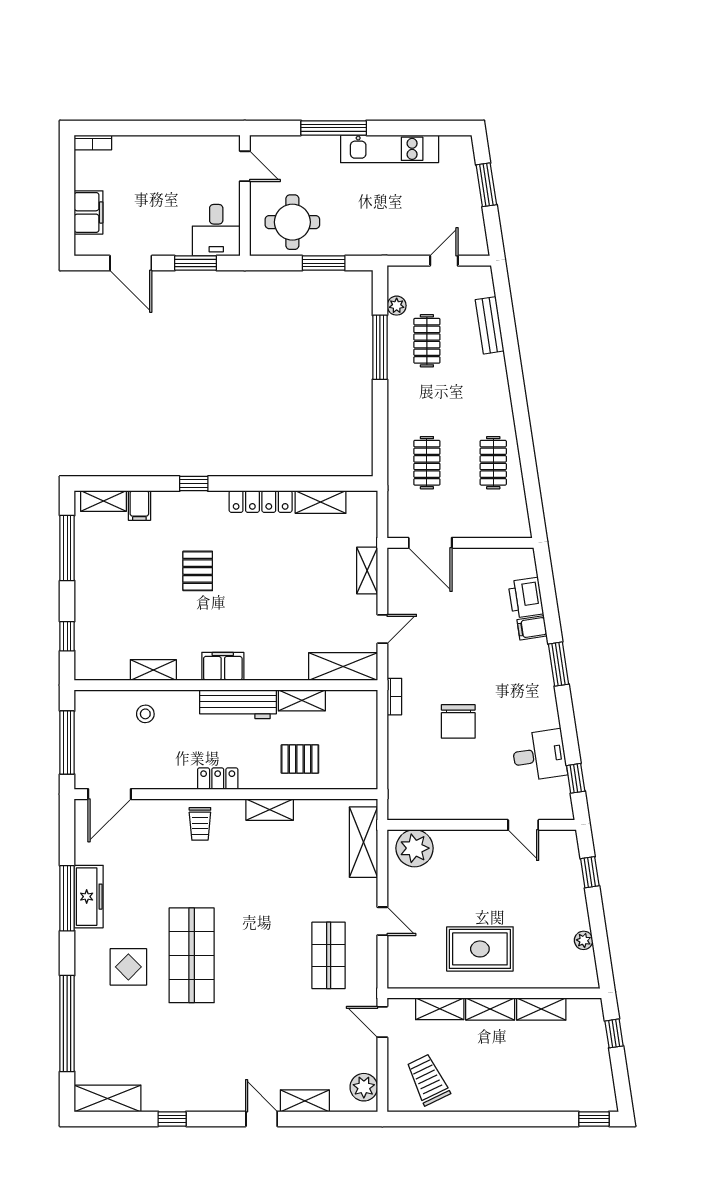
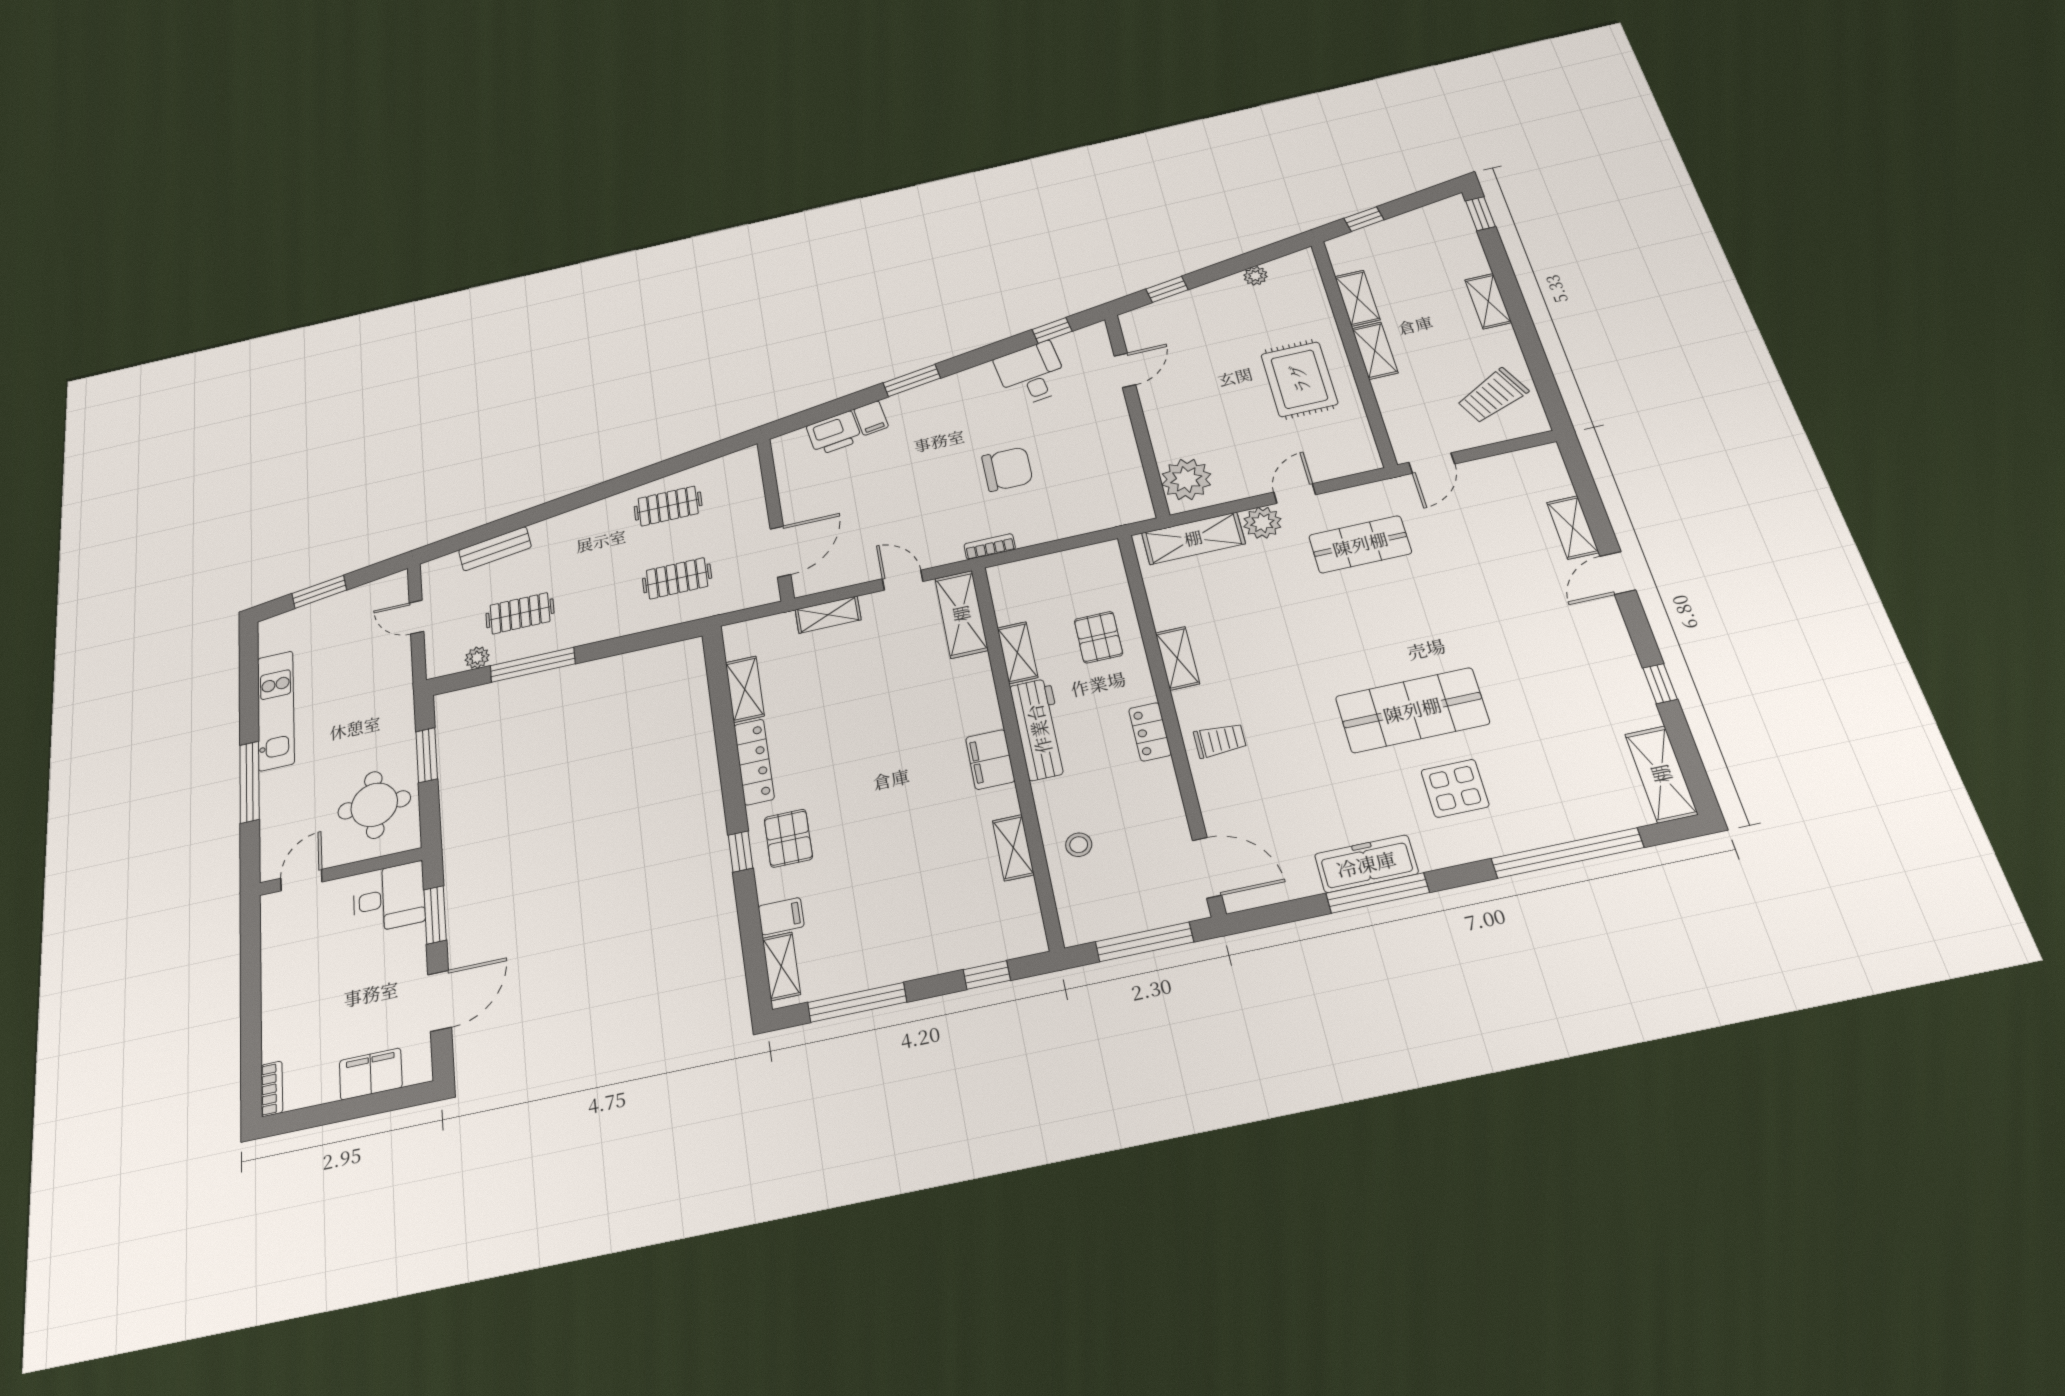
pallet: (198, 571) -> (788, 838), moved, turned 90
shelving: (440, 1009) -> (1488, 301), moved
plant: (364, 1087) -> (1262, 523), moved

